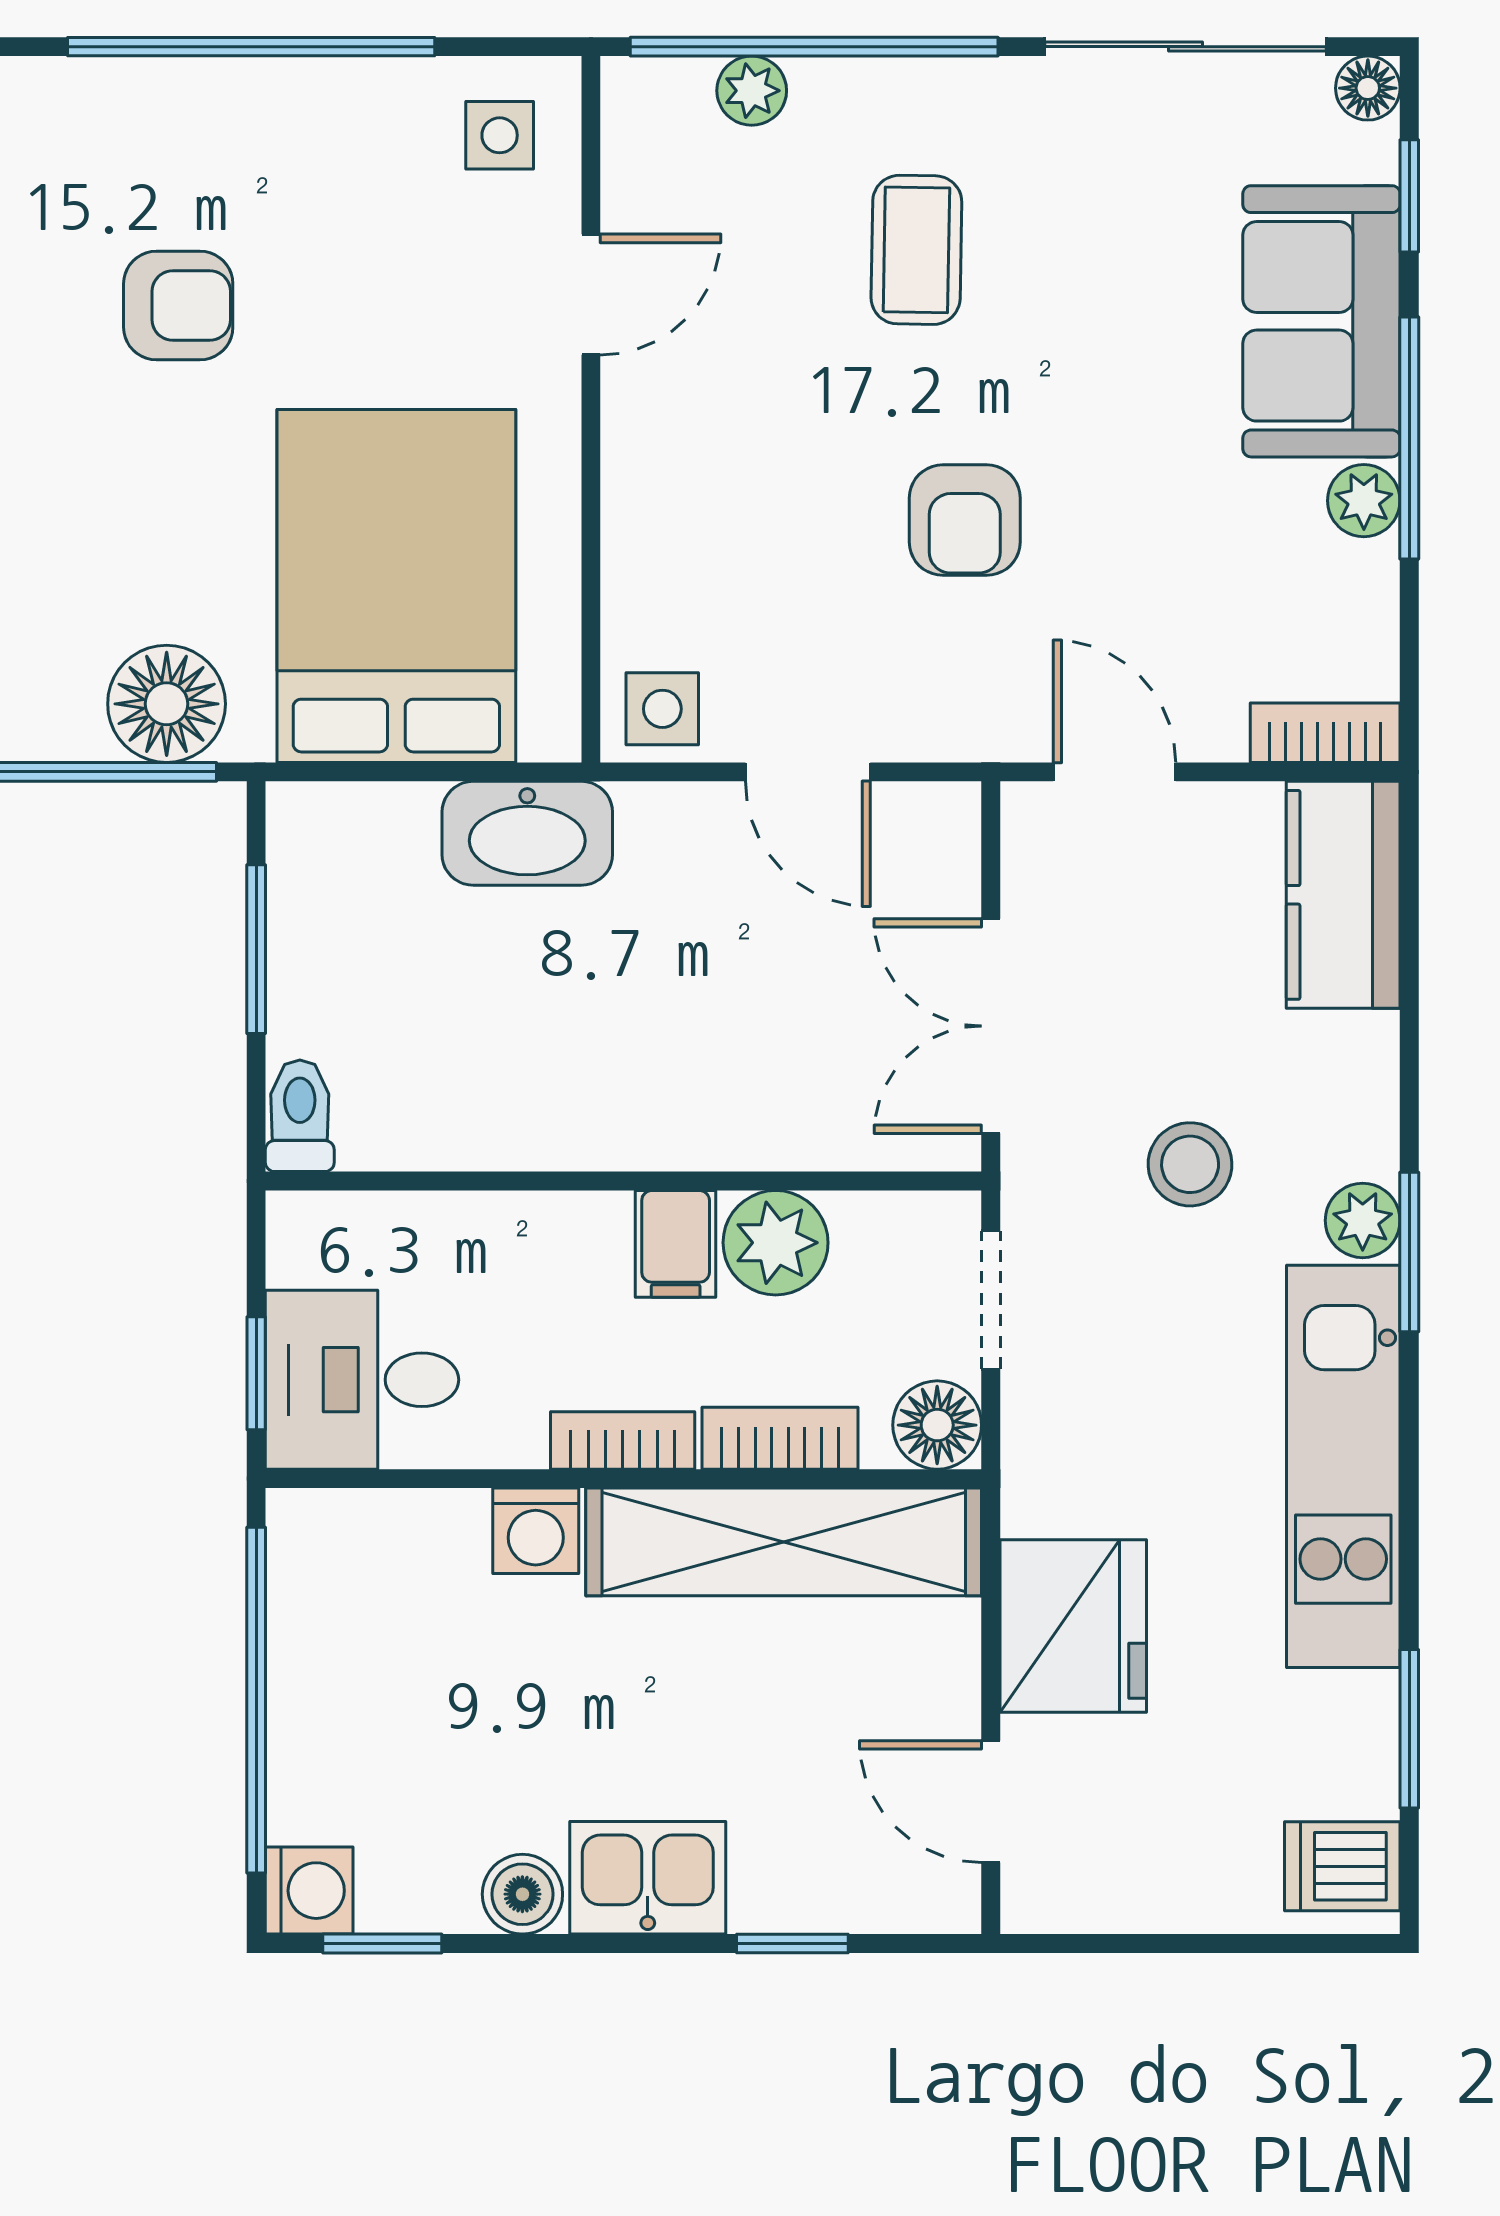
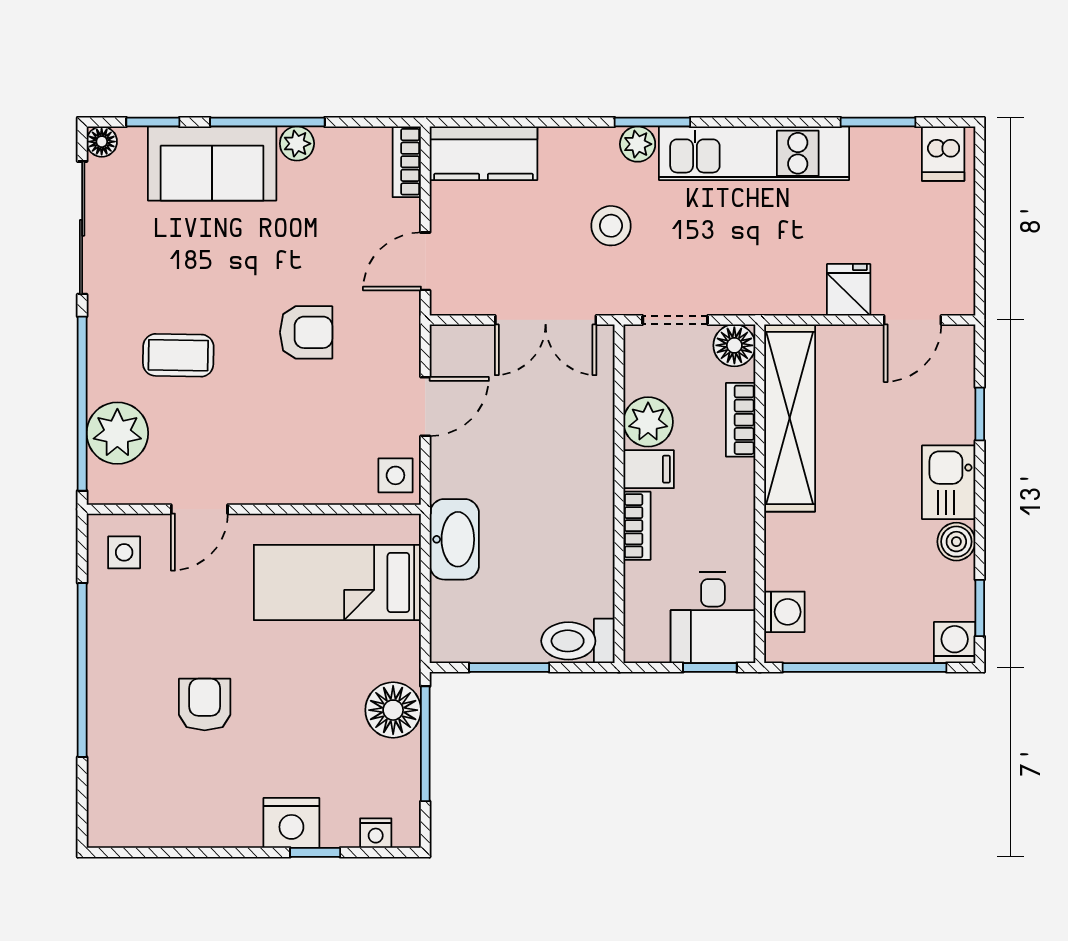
plant: (752, 91) -> (117, 433), width x1.87, depth x1.87
door: (591, 295) -> (199, 509), swing flipped
bed: (396, 586) -> (337, 582), width x0.67
toilet: (300, 1116) -> (578, 641), width x1.37, depth x1.39
bookcase: (623, 1441) -> (637, 526), moved, turned 180
washing machine: (536, 1531) -> (784, 612), moved
fridge: (1073, 1626) -> (849, 290), width x0.53, depth x0.75

